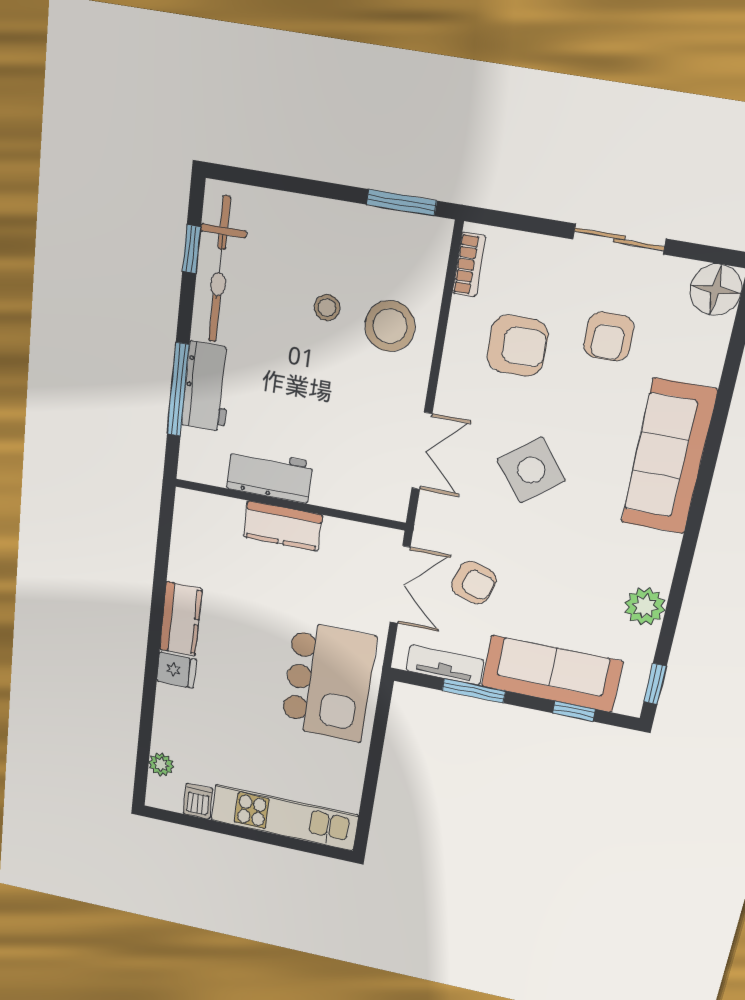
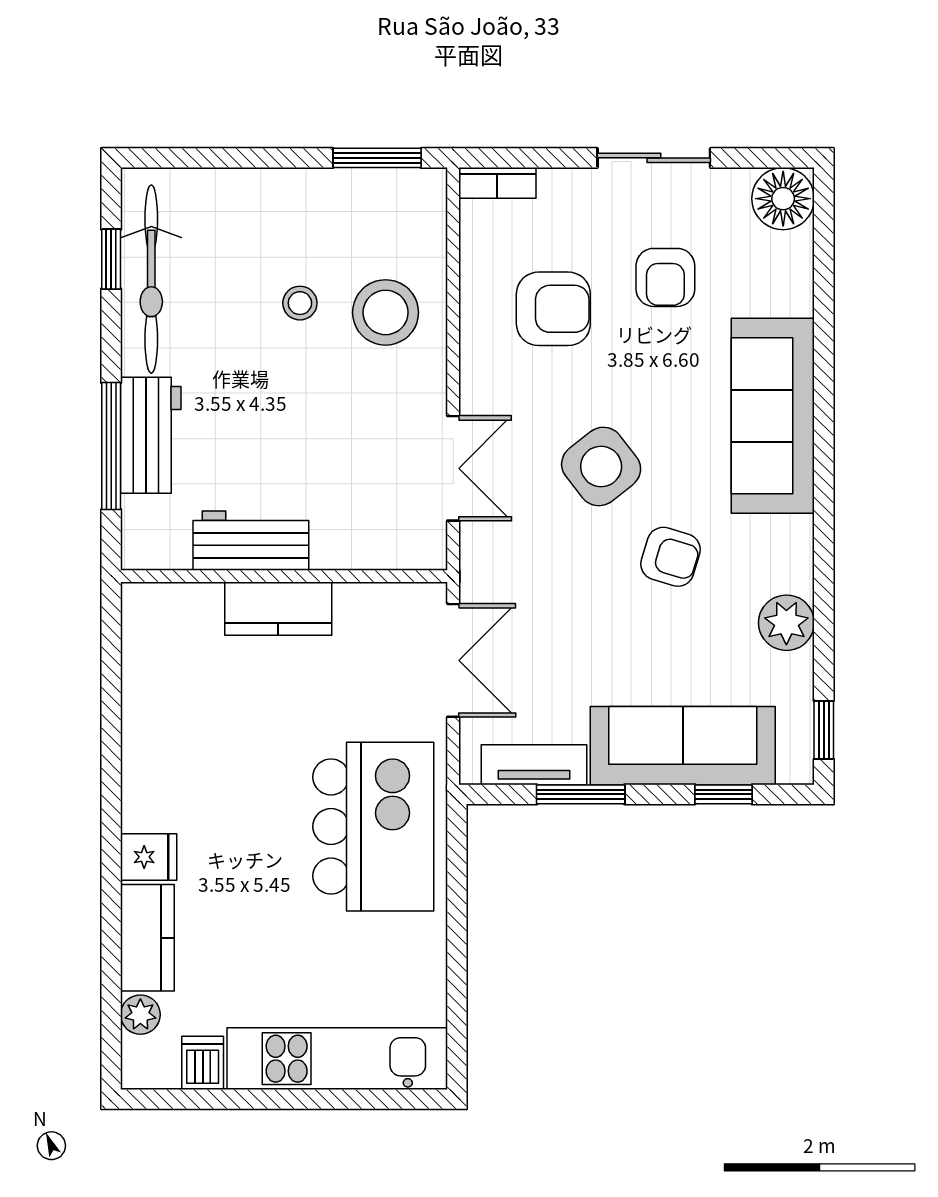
bookcase: (469, 265) -> (497, 183), moved, turned 90
armchair: (474, 583) -> (670, 557), moved
kitchen counter: (181, 619) -> (147, 938), moved

